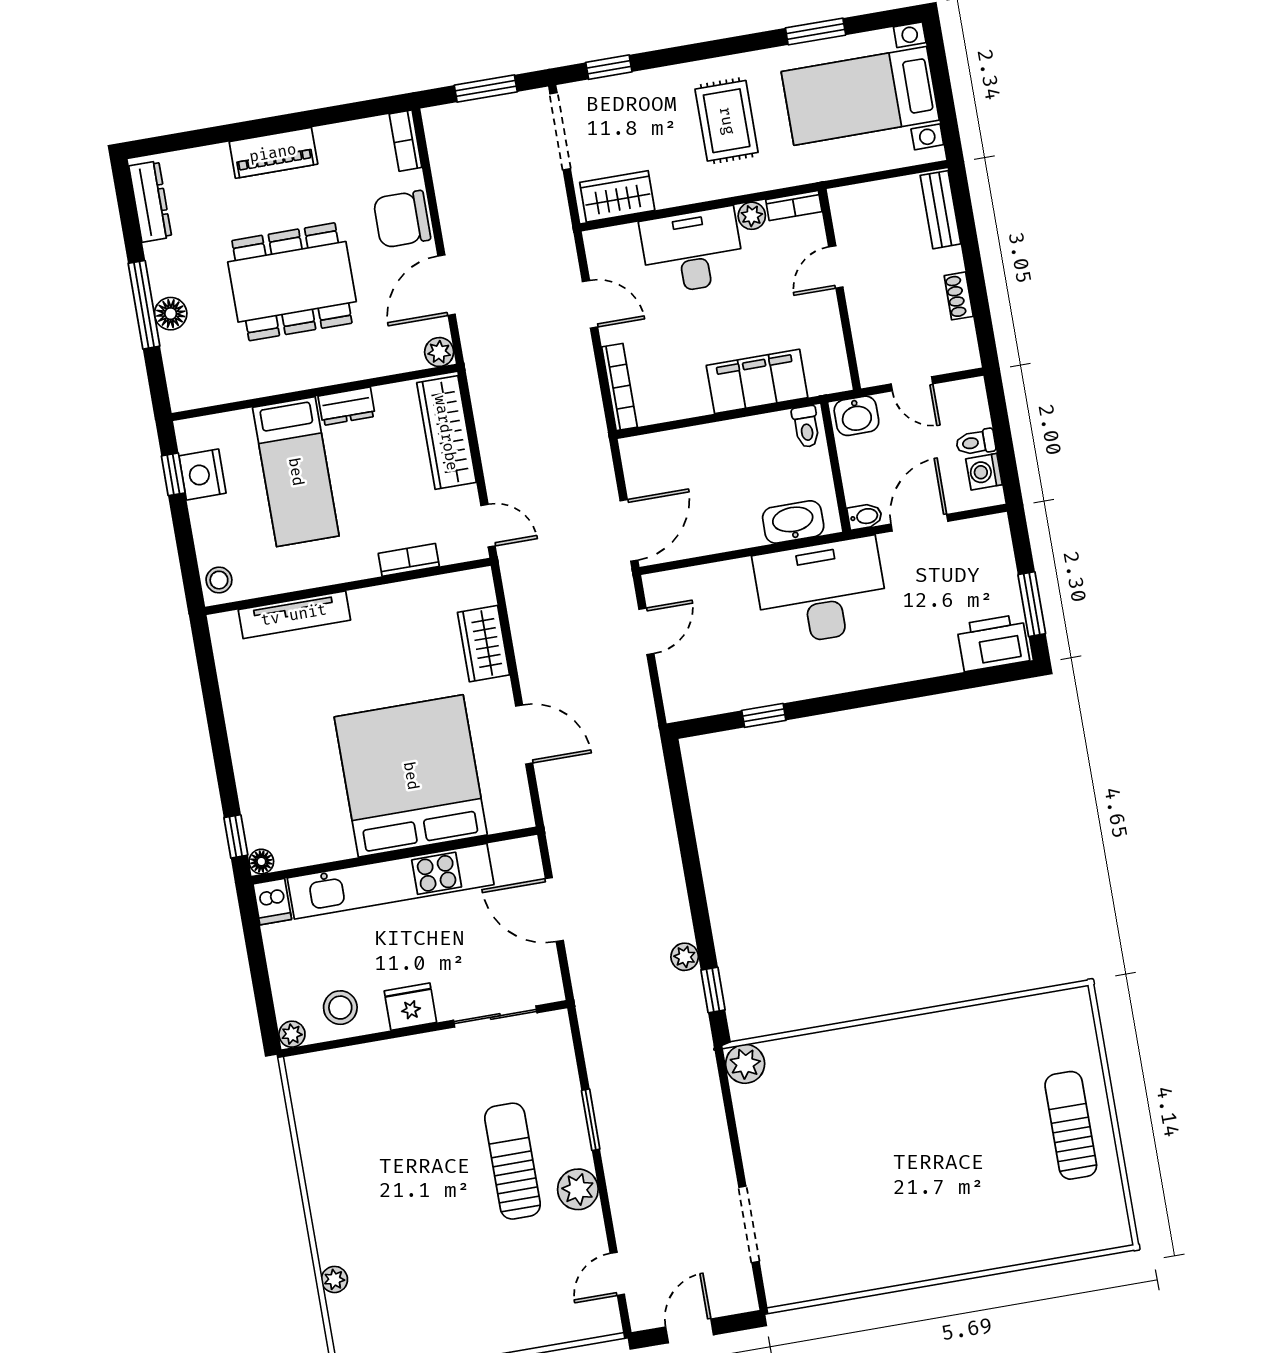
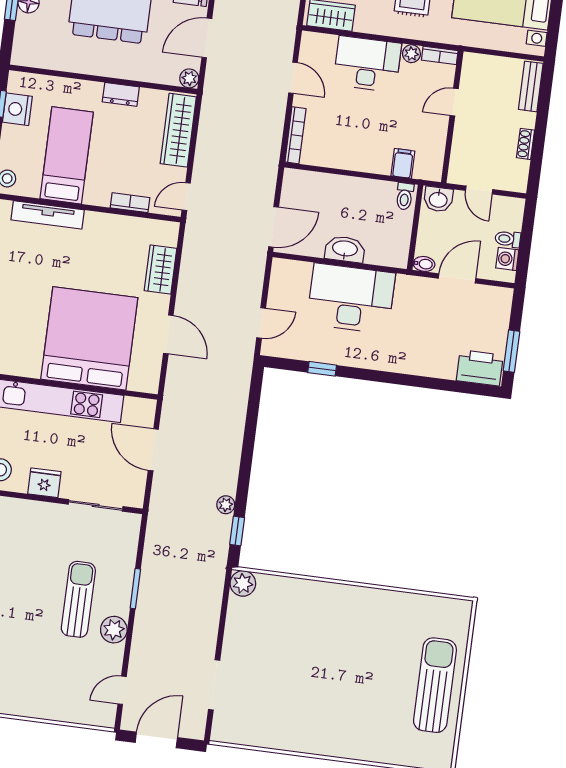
filing cabinet: (757, 381) -> (403, 163), width x0.33, depth x0.86
bed: (296, 472) -> (67, 155), moved, turned 180
washbasin: (793, 522) -> (345, 249), moved
door: (488, 526) -> (186, 197), swing flipped
desk: (821, 592) -> (351, 298), moved
door: (646, 631) -> (261, 323), moved
sun lounger: (1071, 1125) -> (435, 685), width x1.36, depth x1.34
door: (690, 1331) -> (156, 740), width x1.38

